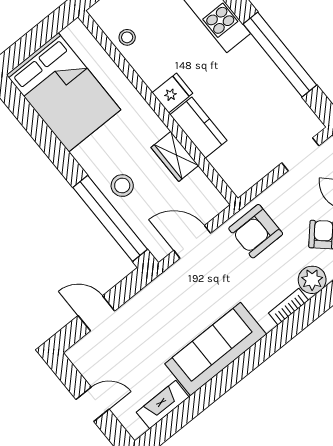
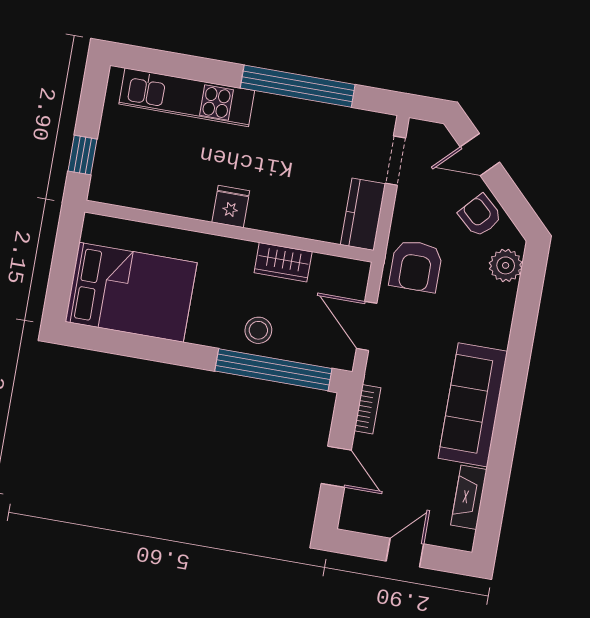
stool: (127, 37) -> (145, 192), removed
kitchen counter: (198, 128) -> (363, 214), moved, turned -90
door: (192, 242) -> (367, 326), hinge flipped
bookcase: (288, 307) -> (367, 409), moved, turned 180
door: (96, 313) -> (336, 467), swing flipped

